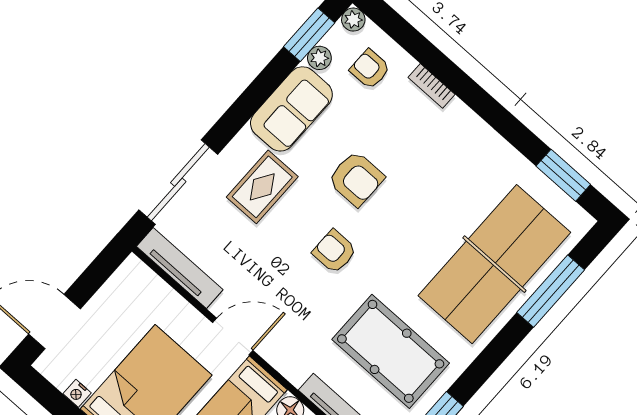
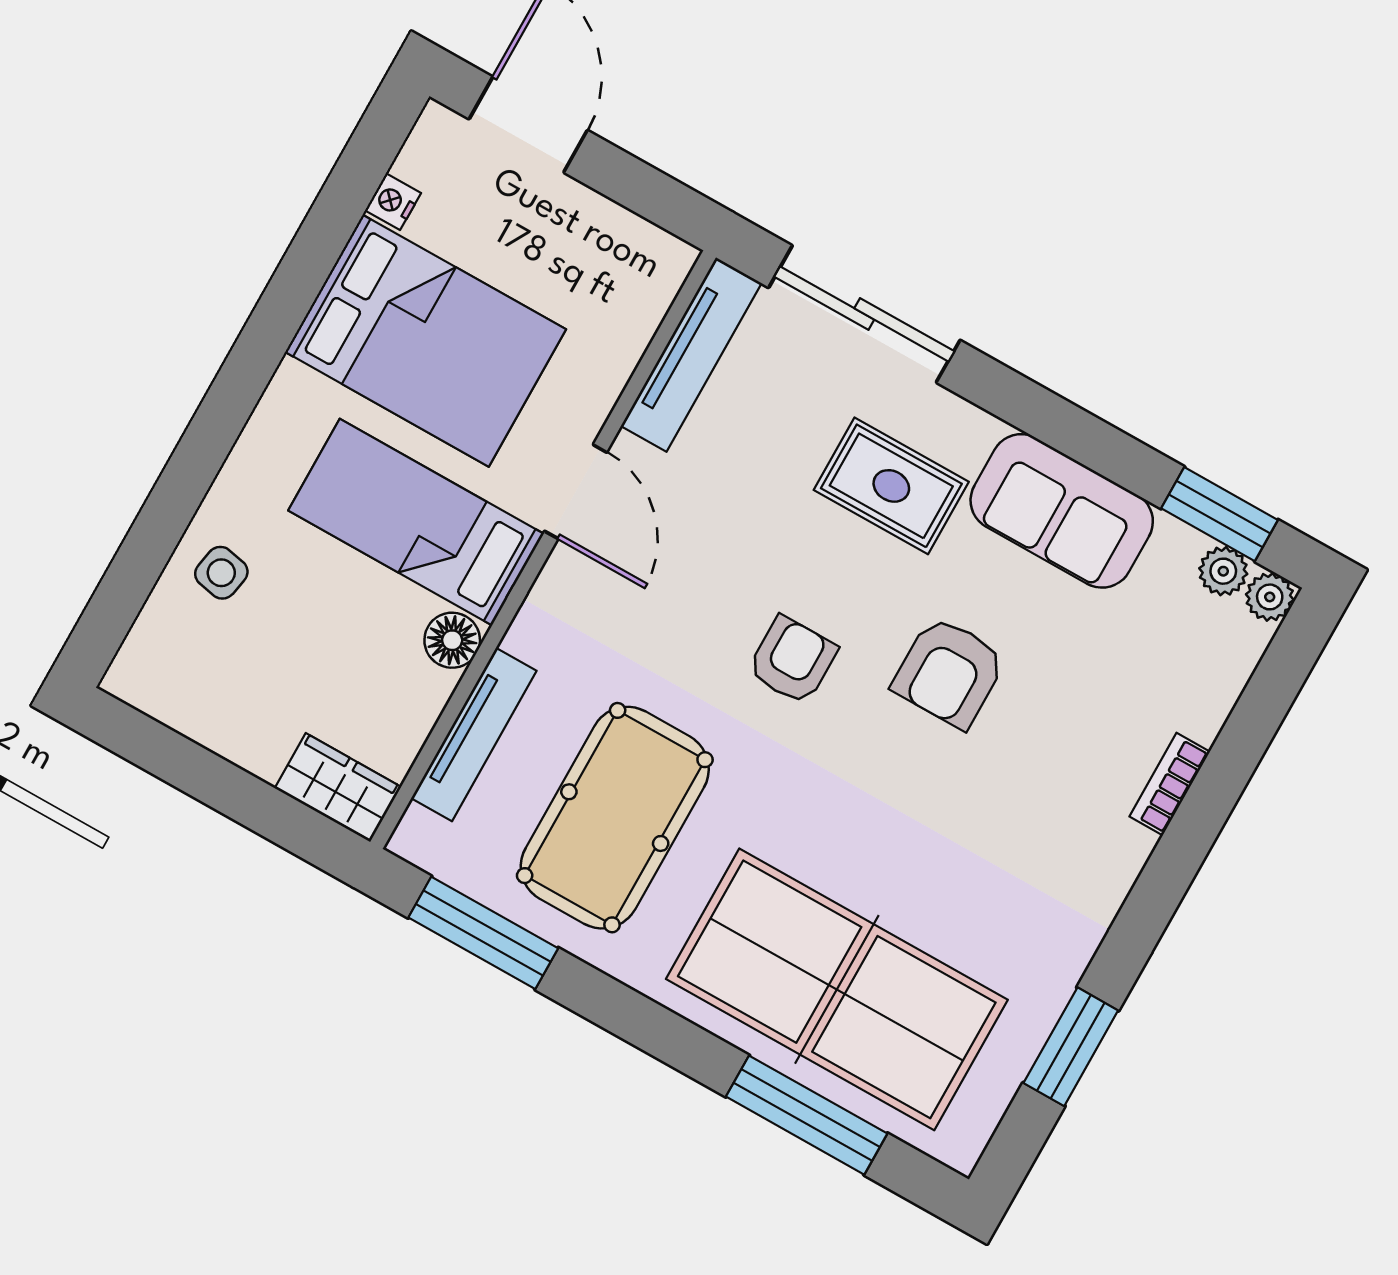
plant: (319, 58) -> (1223, 571), moved
armchair: (370, 69) -> (1177, 652), removed
window: (563, 175) -> (1071, 1047), moved

